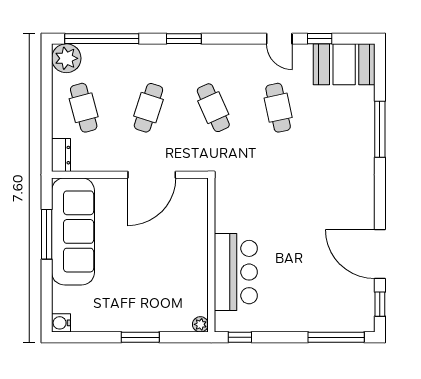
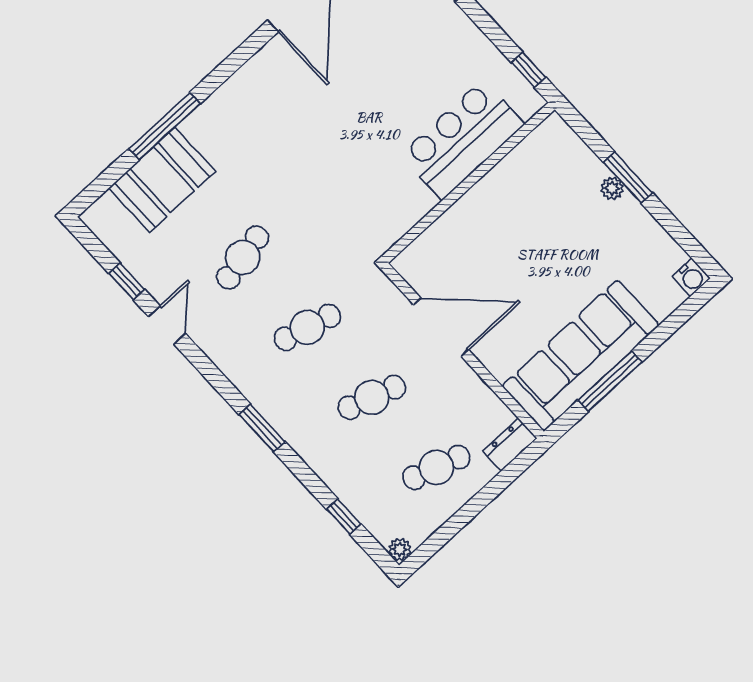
window: (102, 39) -> (344, 517), width x0.32
plant: (66, 58) -> (400, 549), width x0.53, depth x0.53
booth: (344, 64) -> (162, 180), moved, turned 90
cafe table: (84, 108) -> (436, 467), turned 33
cafe table: (213, 108) -> (307, 327), turned 39
plant: (200, 324) -> (612, 188), moved

